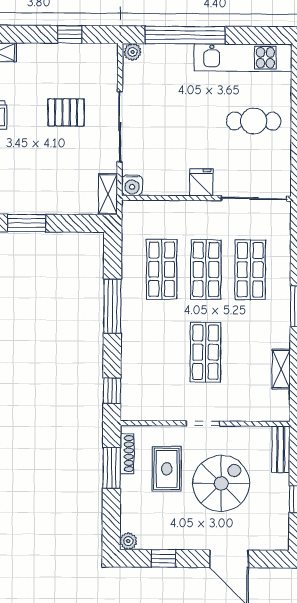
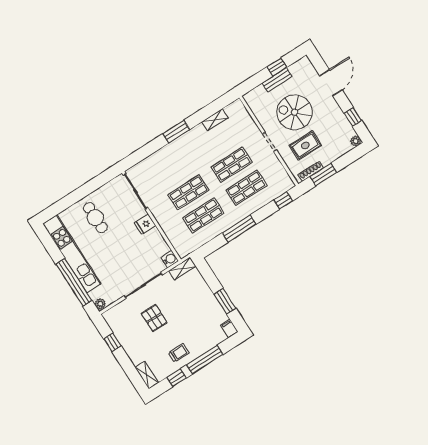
kitchen unit: (243, 58) -> (72, 254), width x1.36
shop shelf: (250, 270) -> (246, 188), moved
bench: (281, 449) -> (277, 80), moved

